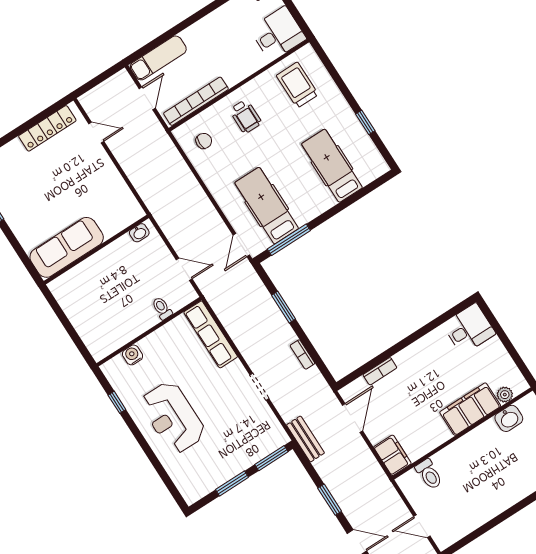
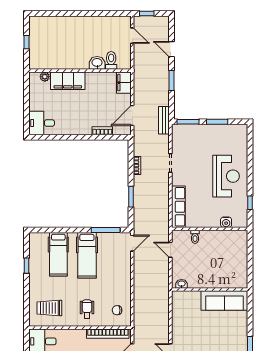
trolley: (297, 85) -> (49, 308), turned 90
hospital bed: (267, 206) -> (87, 255), moved
washbasin: (509, 418) -> (97, 63), moved

